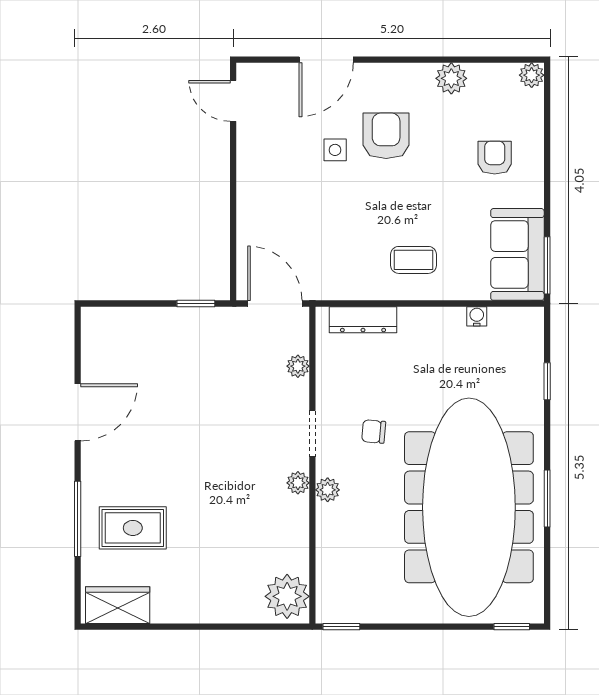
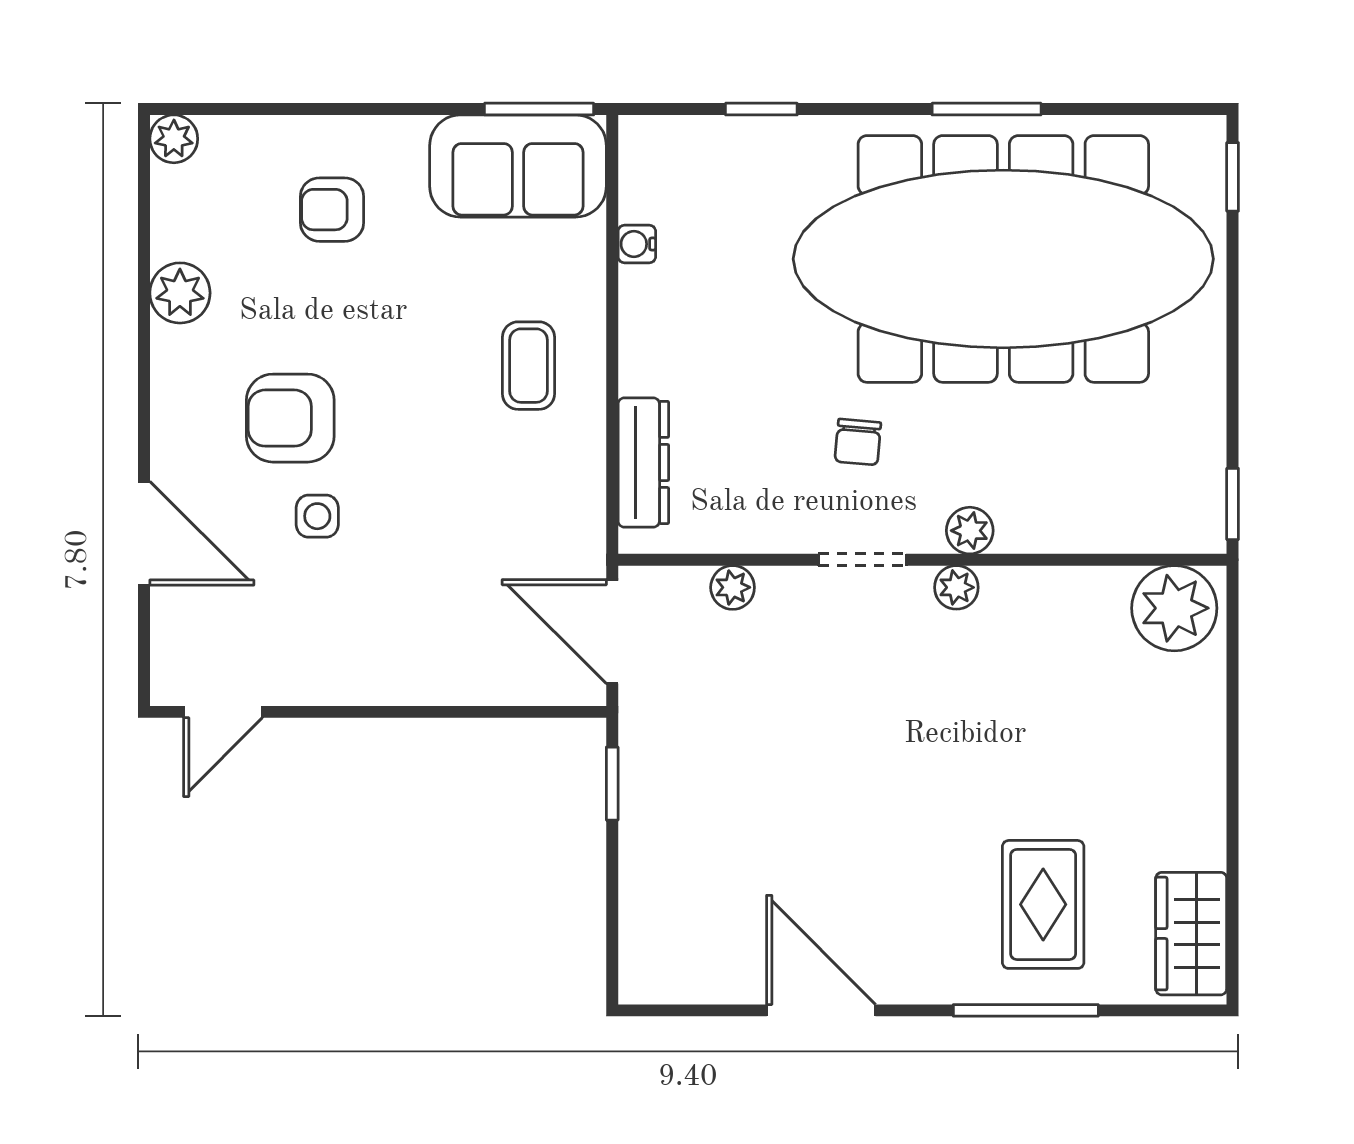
door: (275, 304) -> (612, 632), hinge flipped

